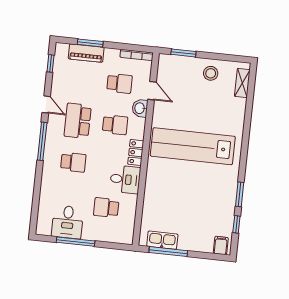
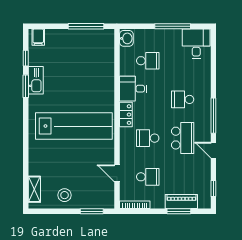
school desk: (119, 83) -> (148, 177), turned 180
washbasin: (140, 108) -> (126, 38), moved
desk: (68, 222) -> (196, 44), moved
kitchen sink: (162, 240) -> (36, 80), moved, turned -90

